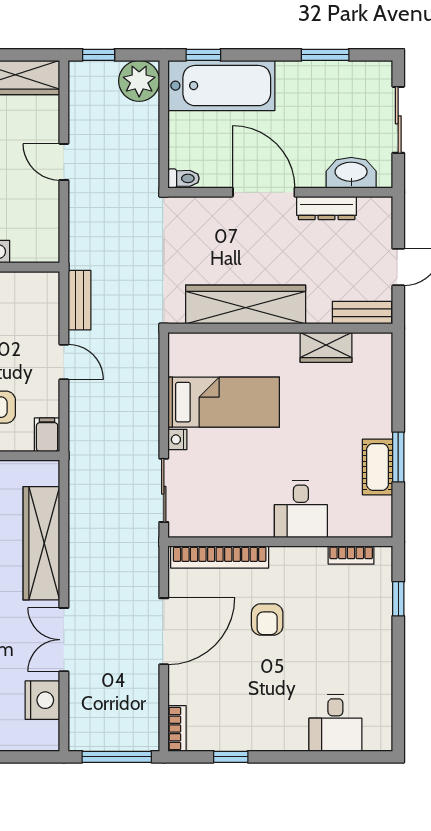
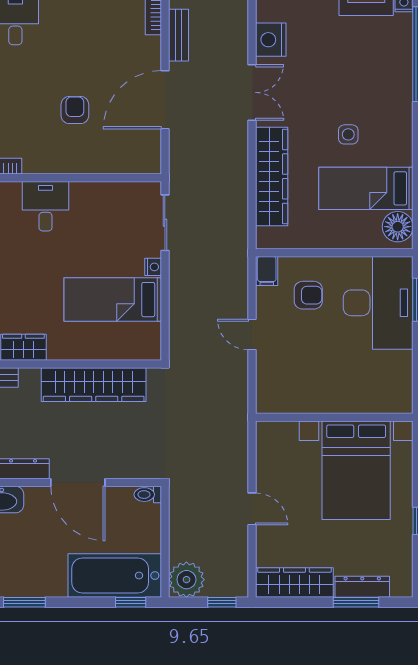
bench: (79, 300) -> (179, 35), moved
bookcase: (220, 557) -> (116, 164), removed

